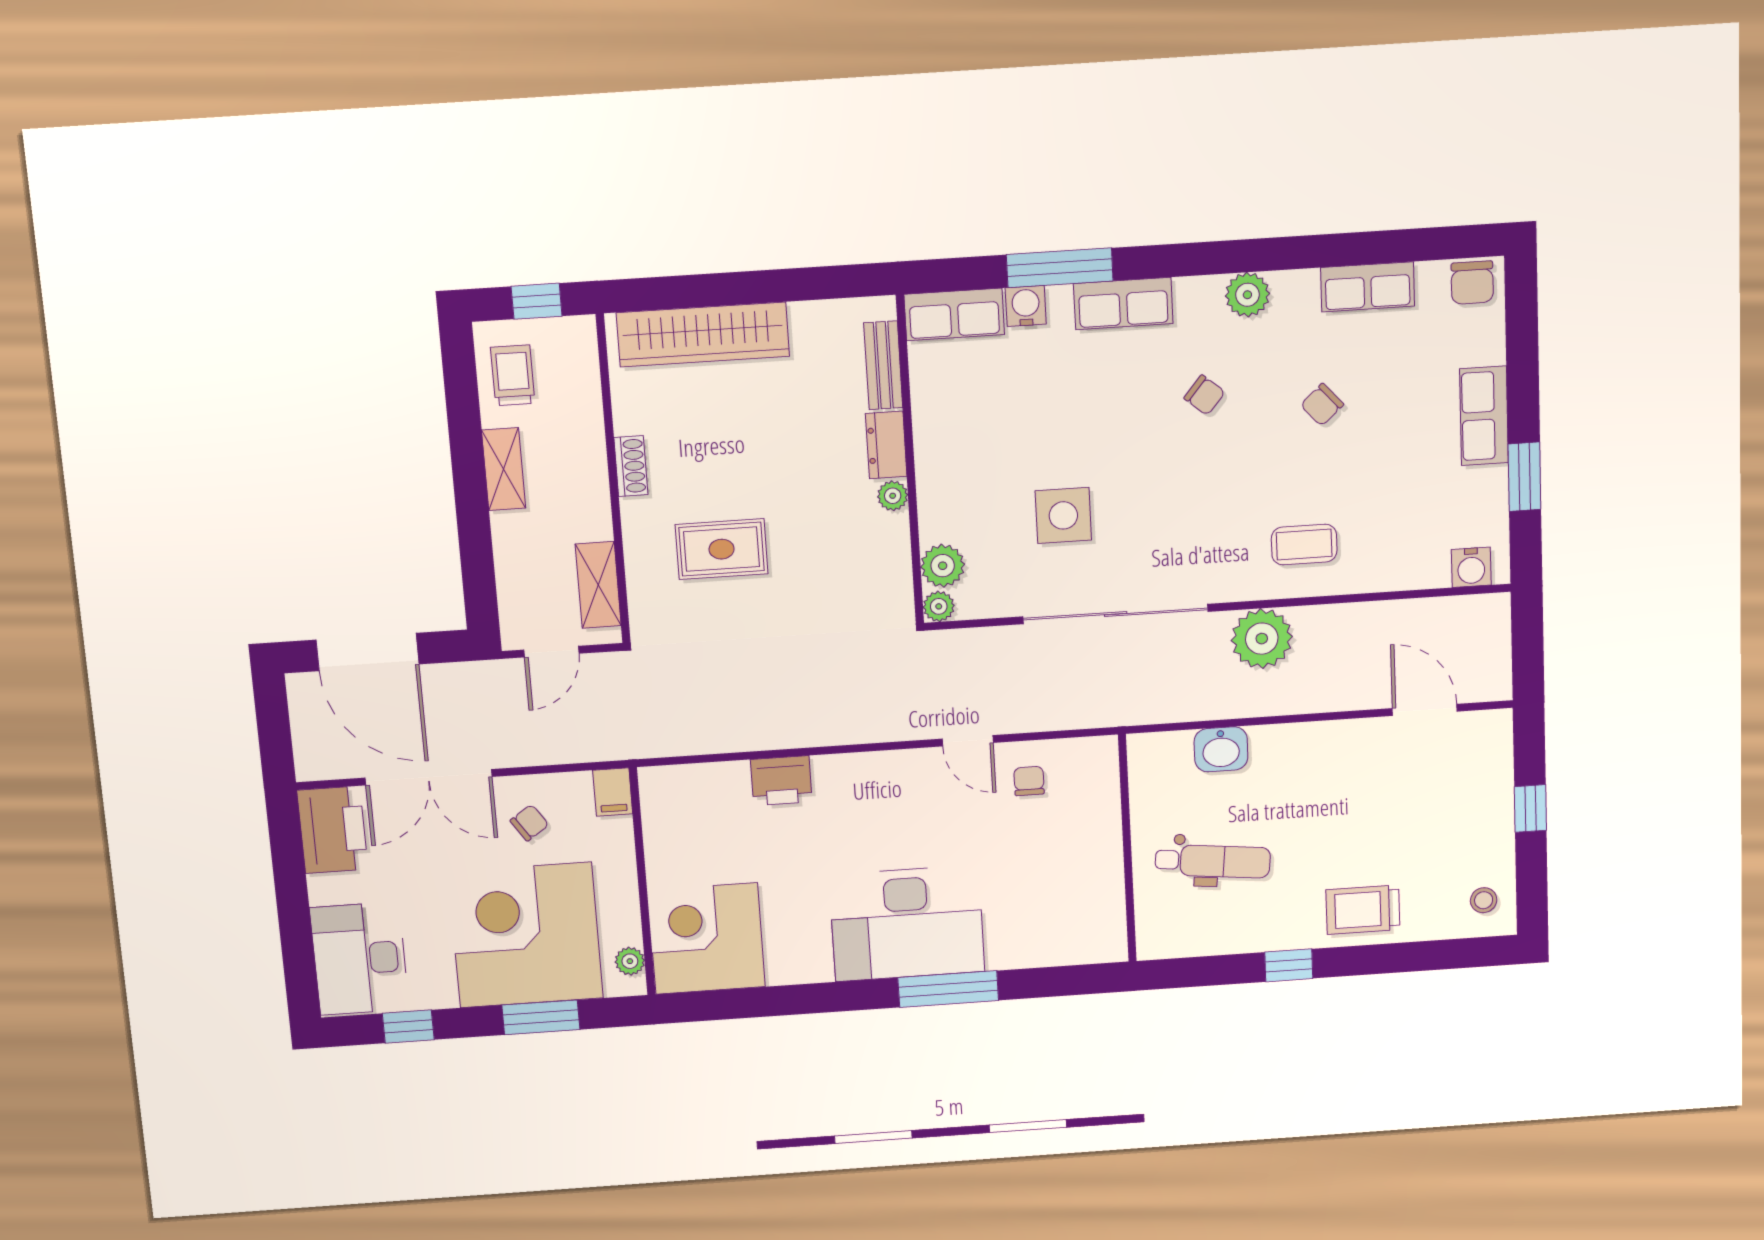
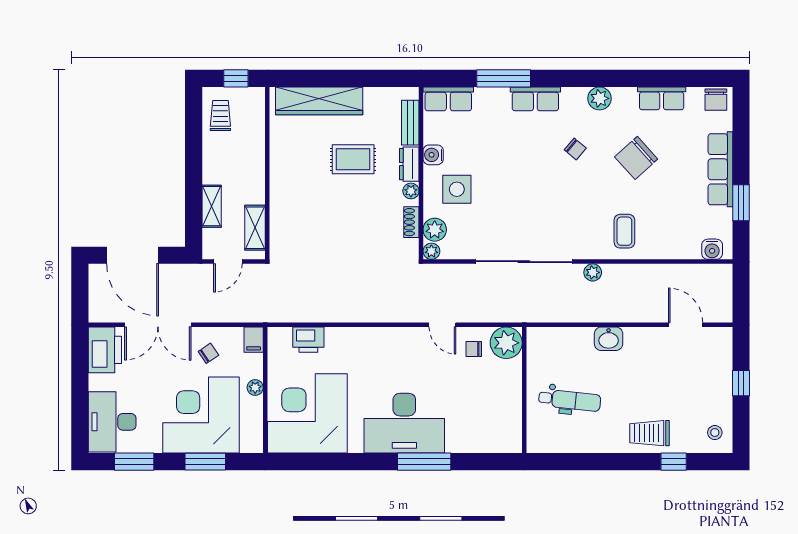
water cooler: (1026, 306) -> (433, 155), moved, turned -90
chair: (1322, 405) -> (636, 158), width x1.87, depth x1.87
row of seats: (1484, 416) -> (720, 169), width x1.48
shoe rack: (631, 466) -> (411, 222), moved, turned 180
shelving: (504, 469) -> (212, 206), moved
side table: (1063, 515) -> (457, 189), moved
coffee table: (1304, 545) -> (624, 231), turned 90
rug: (722, 549) -> (353, 159), moved
plant: (1262, 639) -> (593, 272), width x0.53, depth x0.53
washbasin: (1221, 749) -> (609, 339), moved
plant: (1089, 765) -> (506, 343), added
printer: (781, 781) -> (308, 340), moved
chair: (1029, 781) -> (474, 349), turned -90
corner desk: (707, 939) -> (307, 413), width x1.36, depth x1.36
plant: (630, 961) -> (255, 388), moved
window: (1289, 965) -> (674, 462), moved
window: (408, 1027) -> (134, 462), width x1.50

